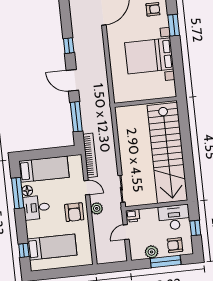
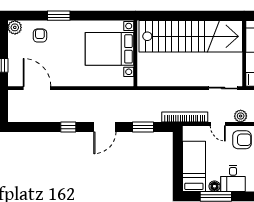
bed with nightstands: (149, 56) -> (109, 49), moved, turned 90
window: (76, 117) -> (143, 127), width x0.69
door: (87, 188) -> (218, 124), swing flipped

